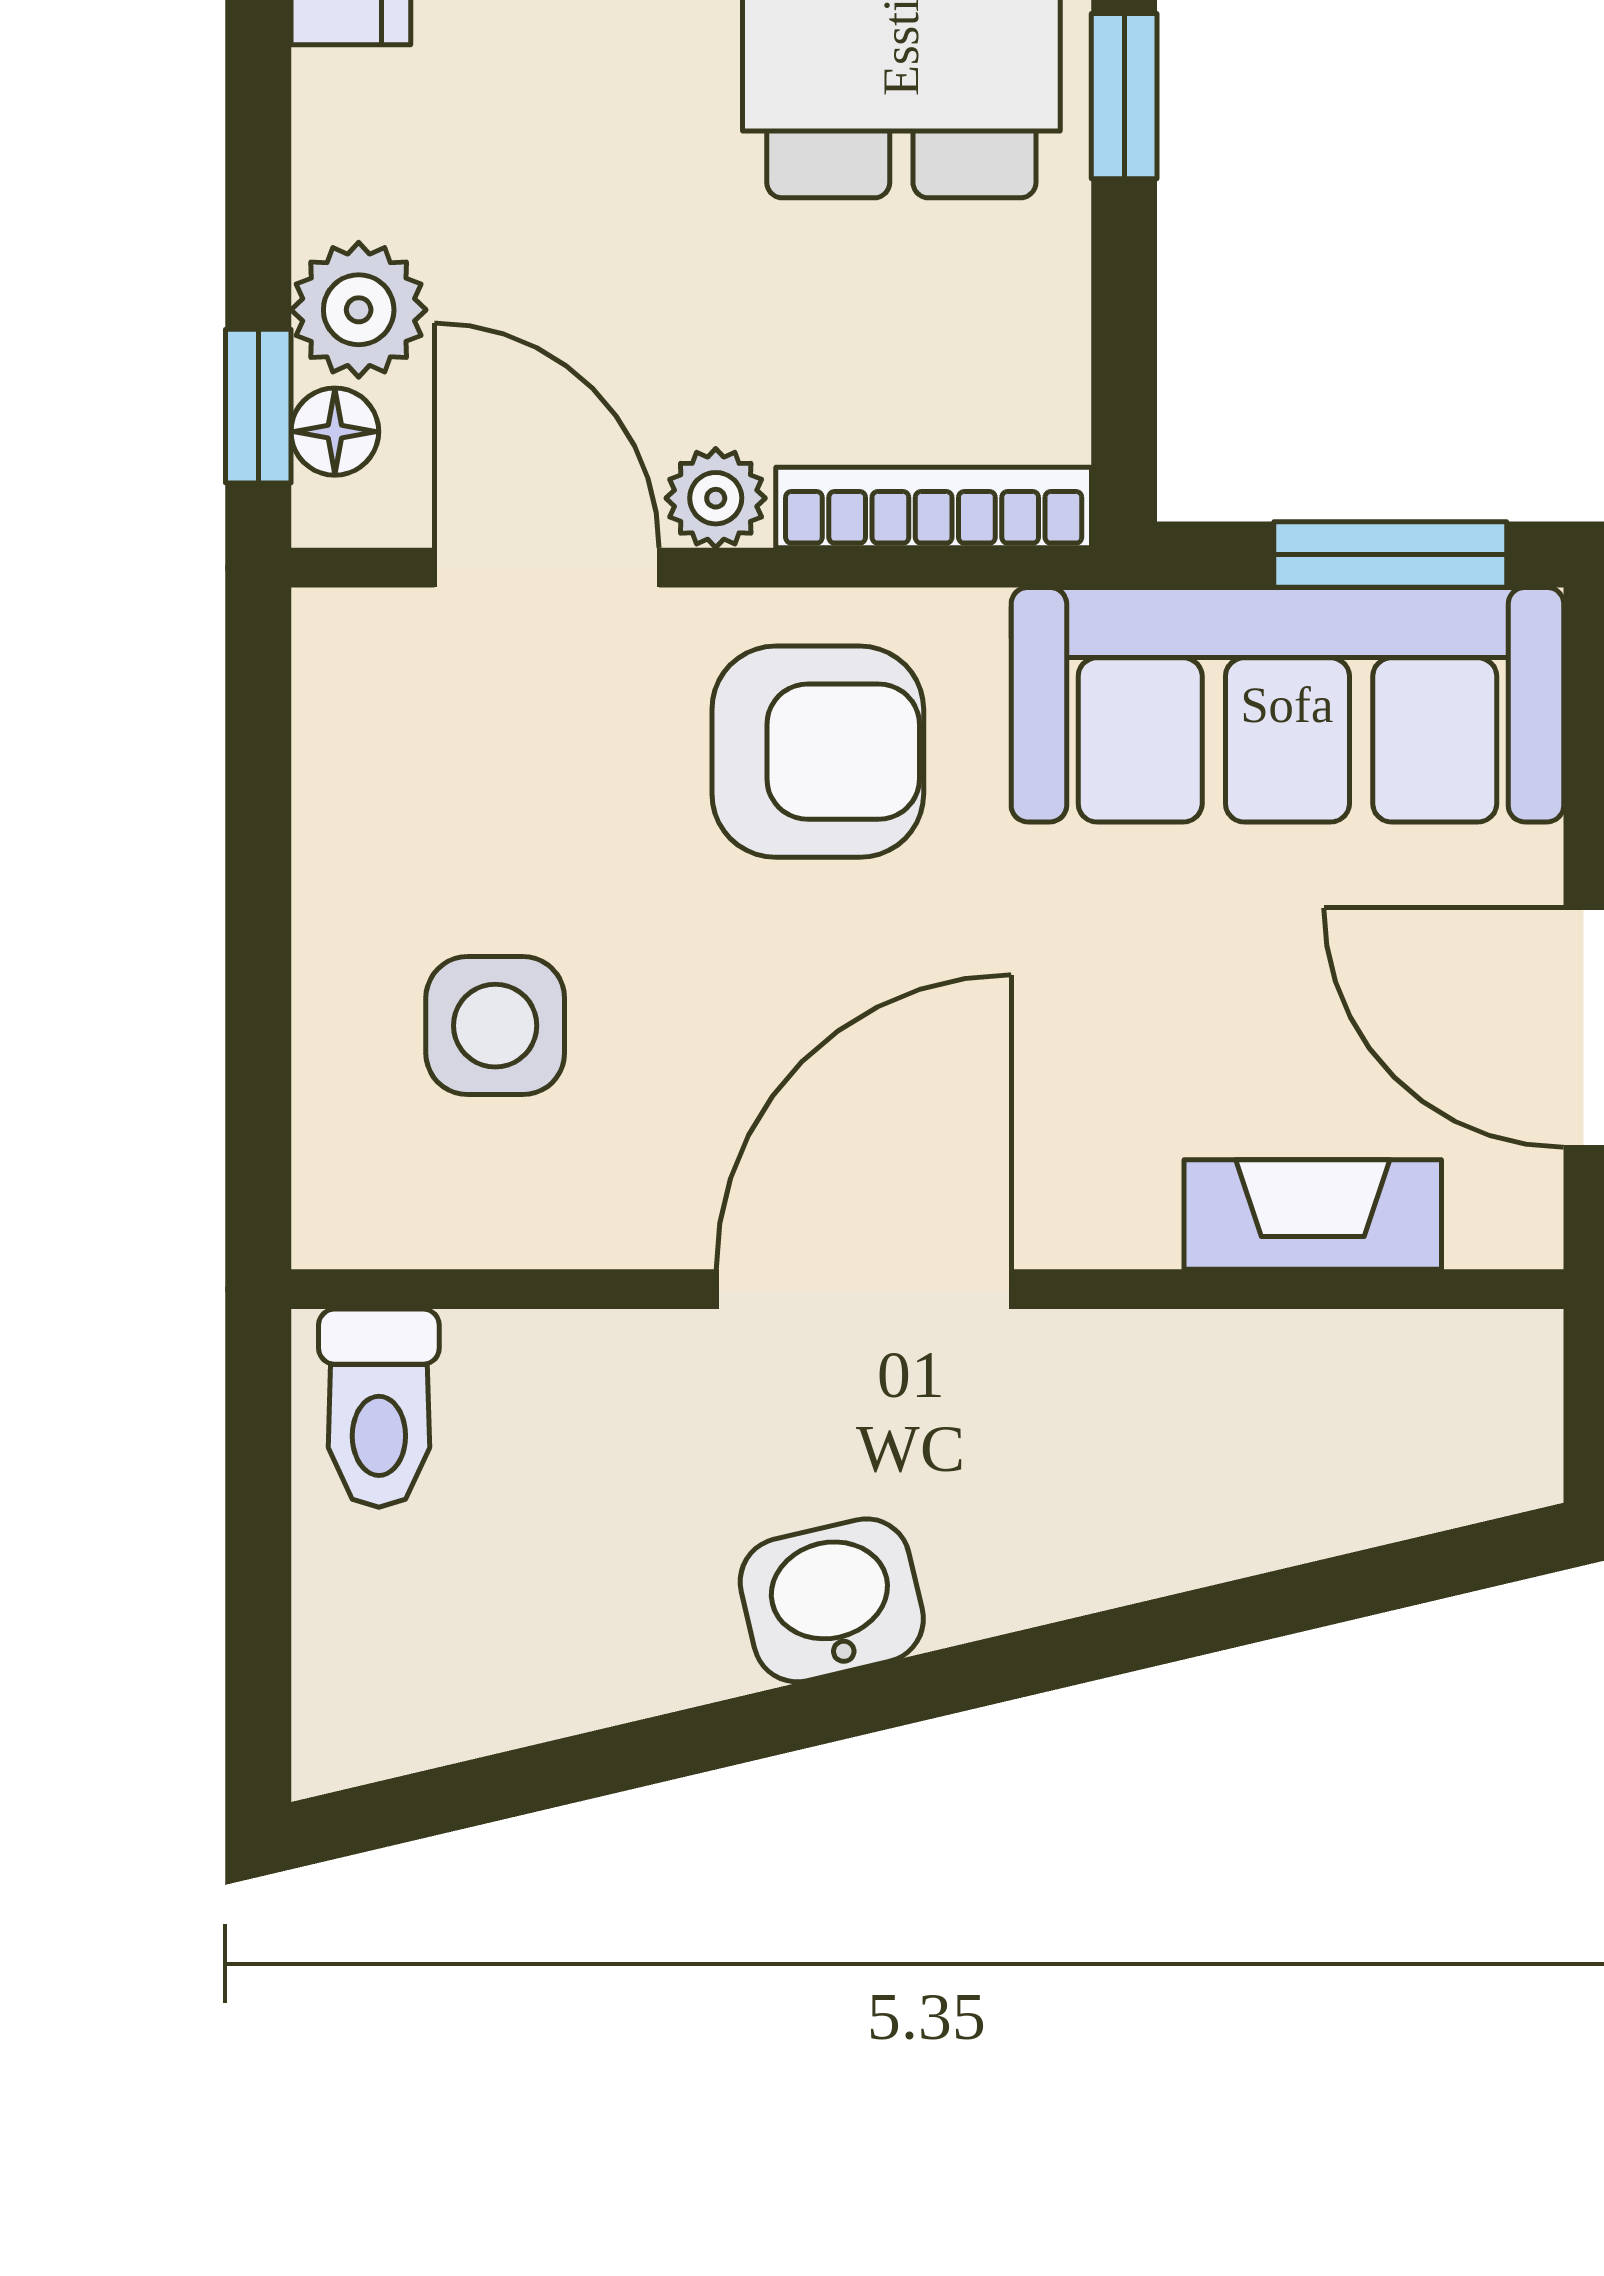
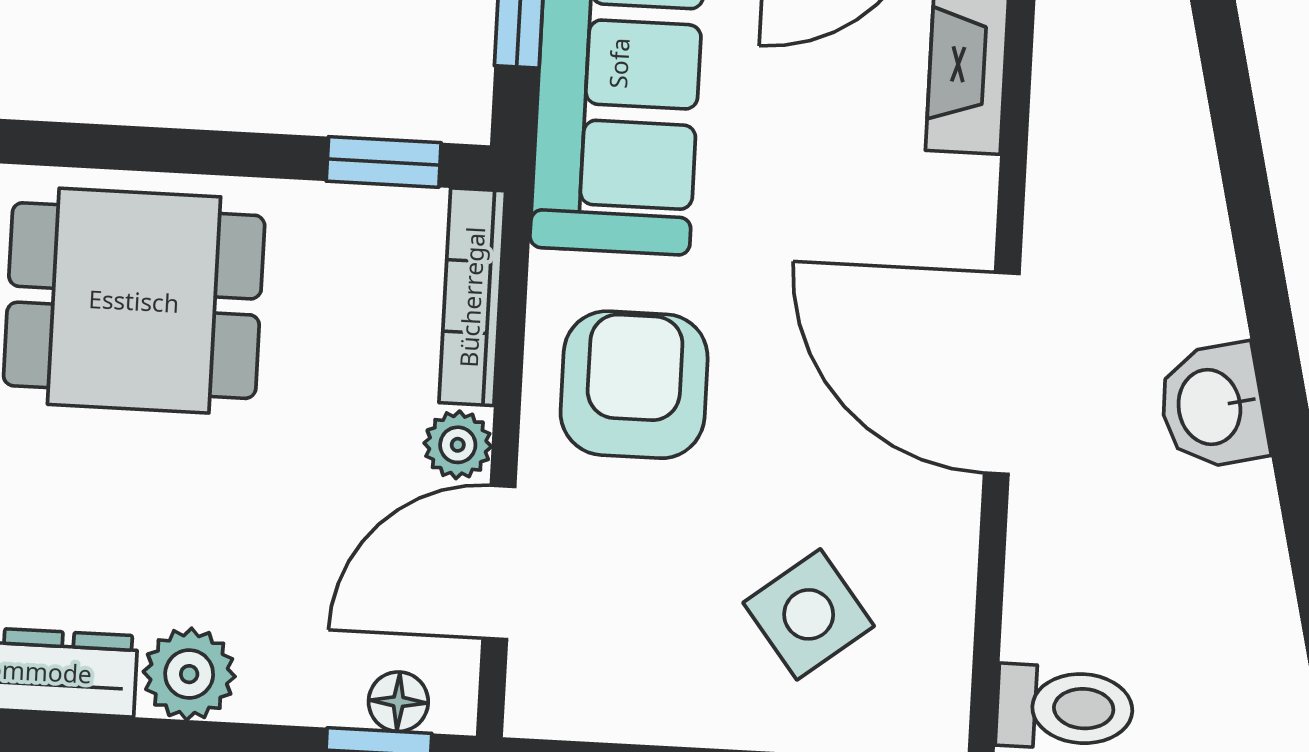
window: (1124, 96) -> (384, 162), moved
plant: (359, 310) -> (189, 674), moved
side table: (495, 1026) -> (809, 614), turned -38

